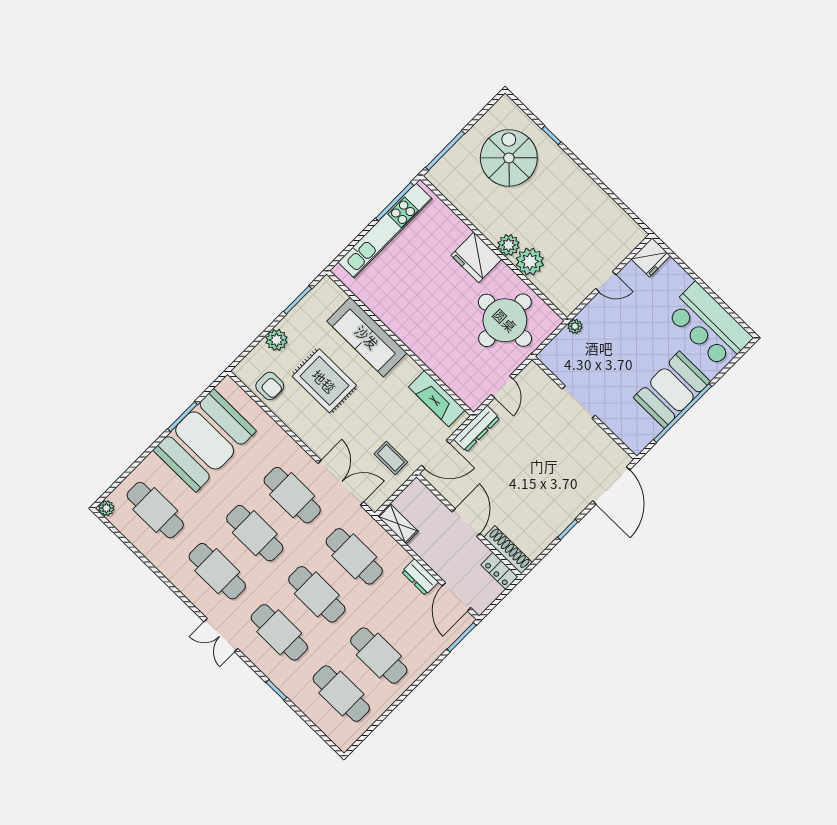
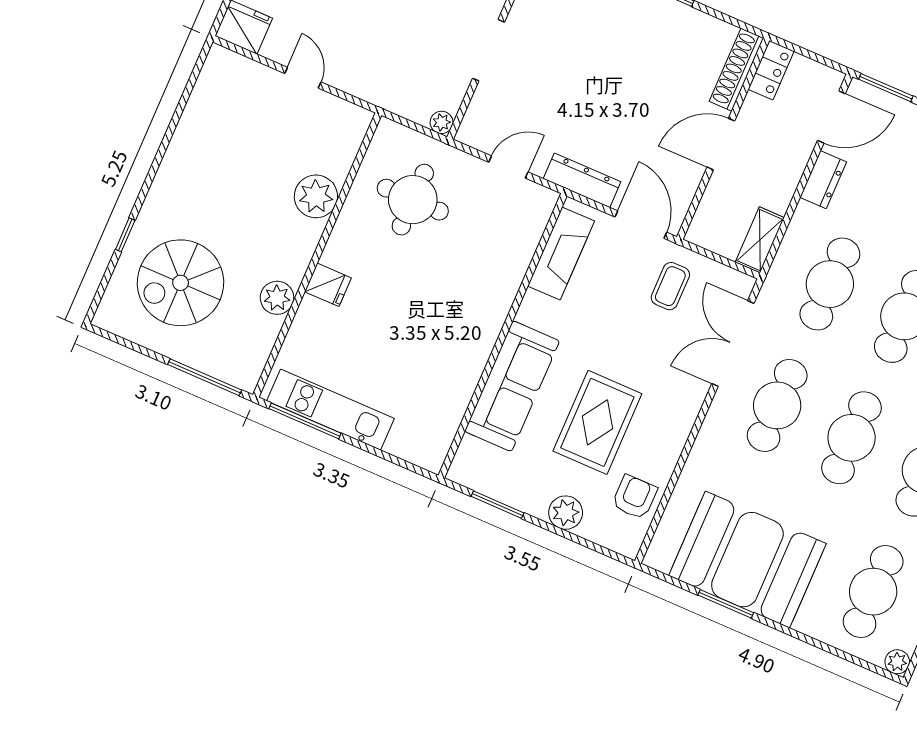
kitchen unit: (385, 231) -> (330, 410), width x0.73
plant: (509, 245) -> (277, 298), moved
fridge: (476, 257) -> (328, 285), width x0.53, depth x0.75
round table: (505, 320) -> (413, 200), width x0.73, depth x0.73
plant: (575, 326) -> (442, 122), moved

